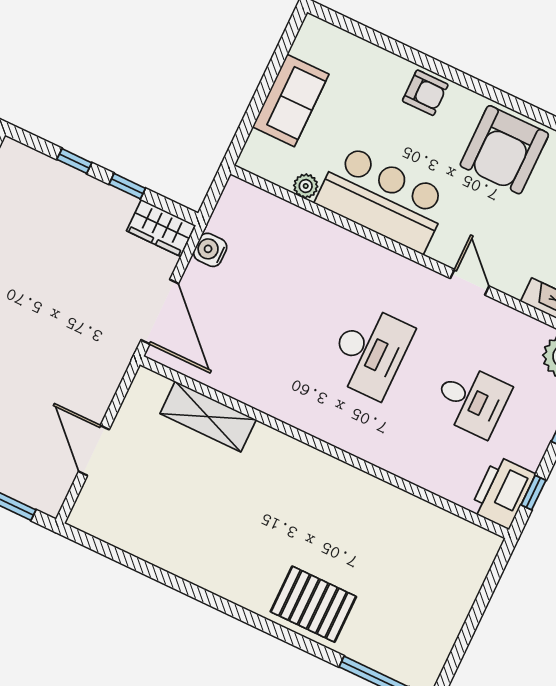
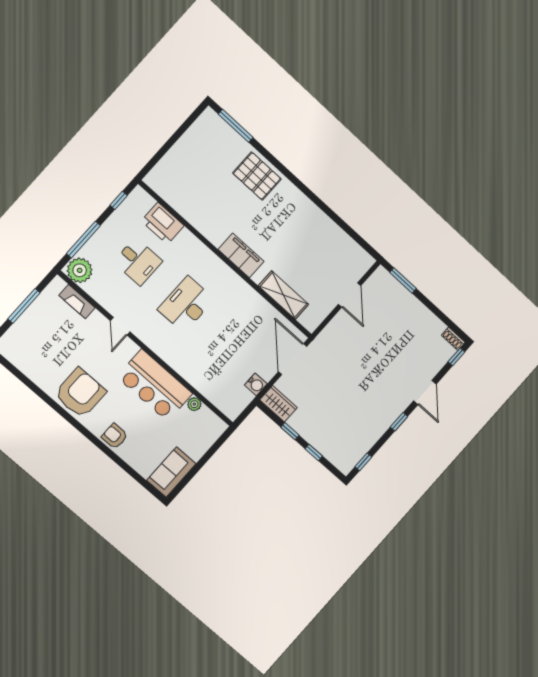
sofa: (291, 100) -> (171, 472), moved
desk: (472, 400) -> (138, 262), turned 180
filing cabinet: (301, 462) -> (241, 255), added
printer: (502, 492) -> (163, 223), moved, turned 90

